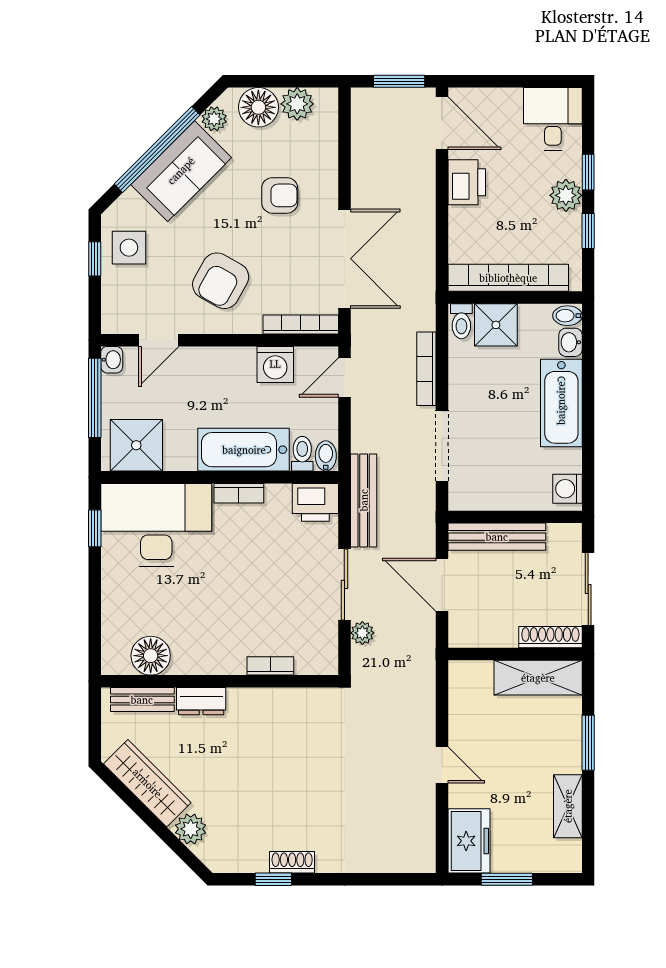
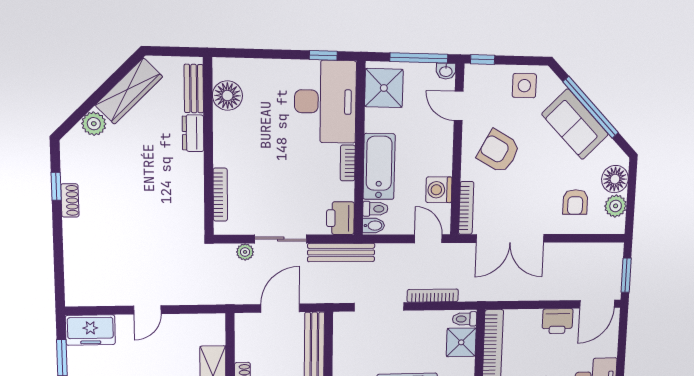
plant: (214, 119) -> (609, 148), removed
armchair: (280, 195) -> (575, 202), moved
window: (95, 259) -> (483, 60), moved
bookcase: (270, 666) -> (220, 195), width x1.56

